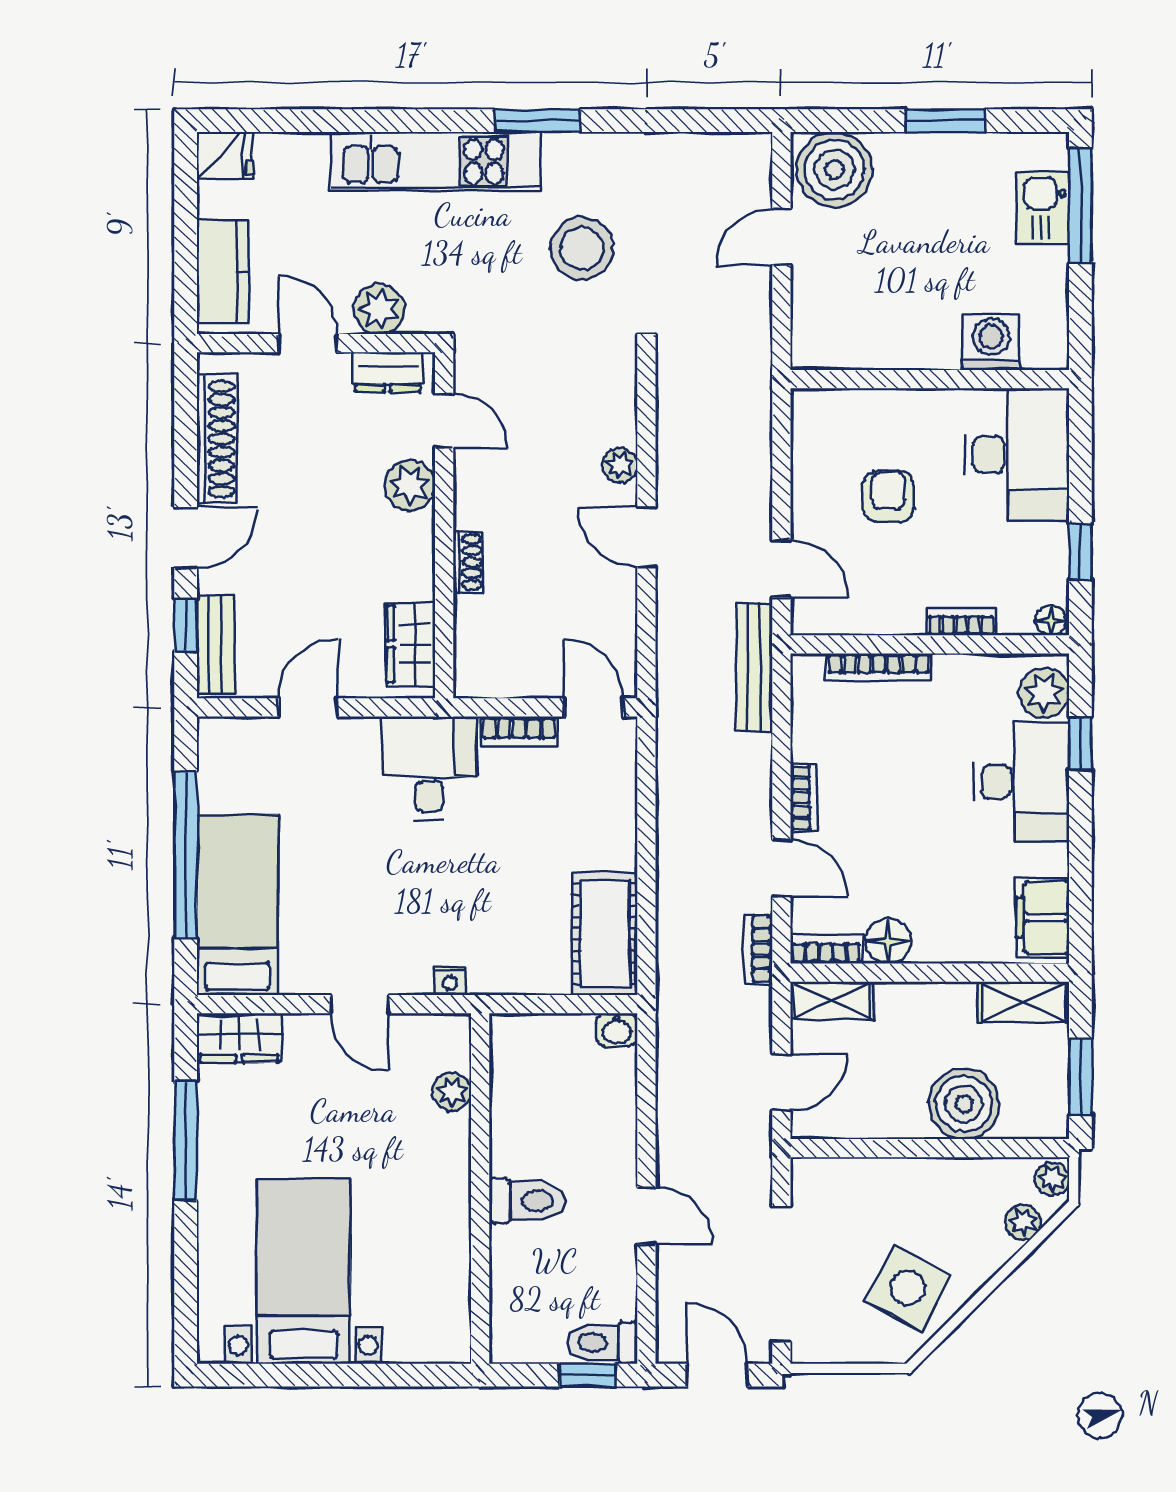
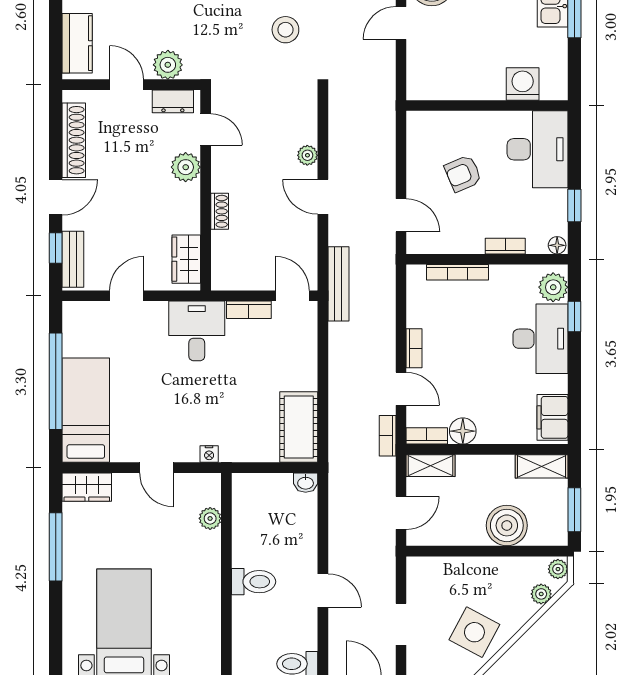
stool: (582, 248) -> (285, 30), width x0.73, depth x0.73
armchair: (888, 497) -> (463, 174), turned -113
bench: (754, 667) -> (338, 284), moved
doorway: (781, 1274) -> (401, 624), width x0.53

